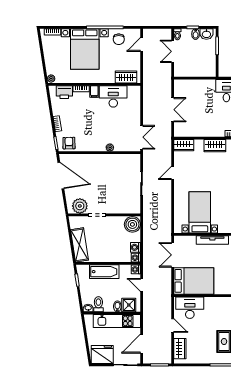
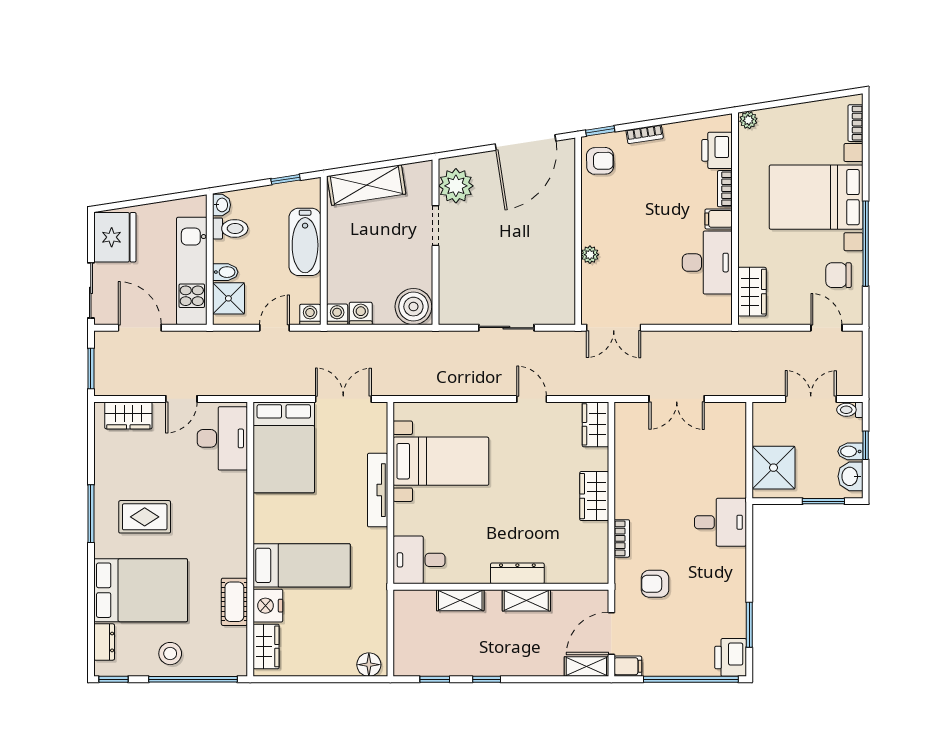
shower: (203, 68) -> (773, 468), added

